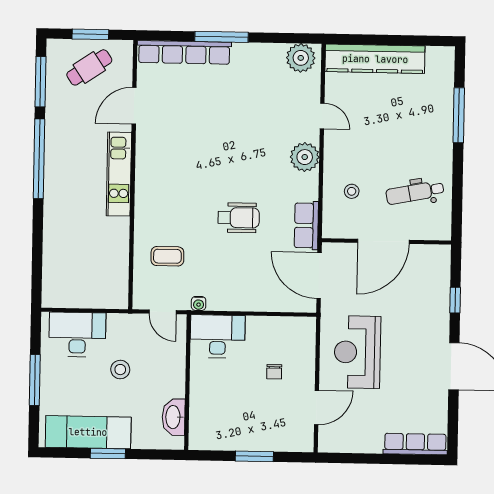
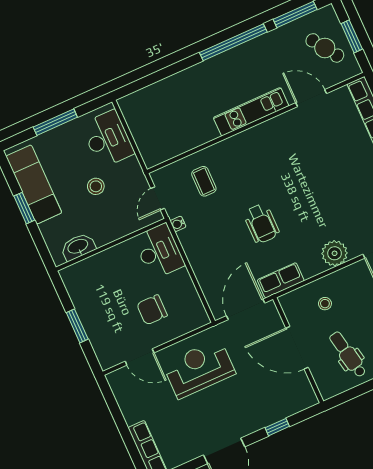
chair: (274, 372) -> (152, 310), width x1.87, depth x1.87

